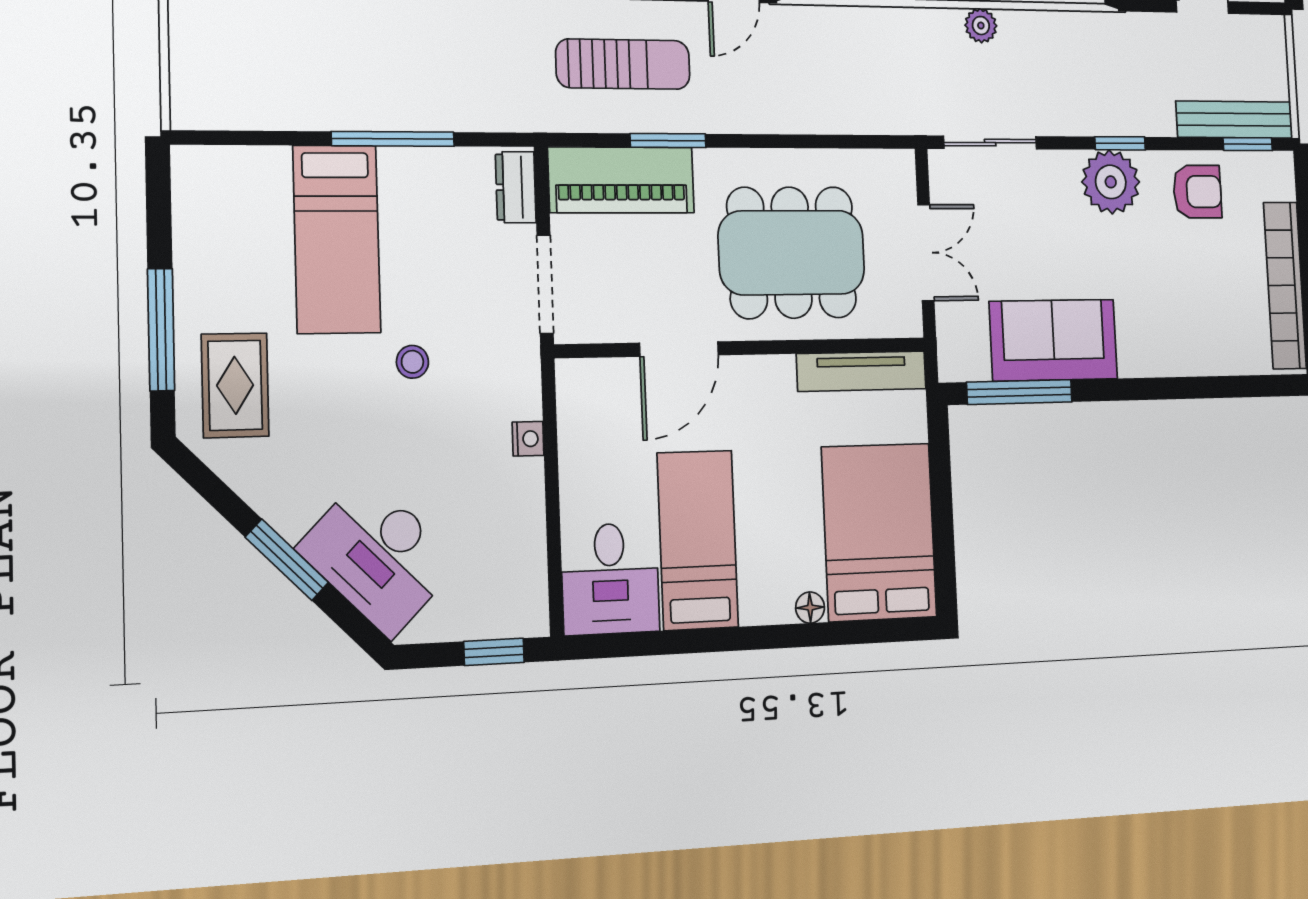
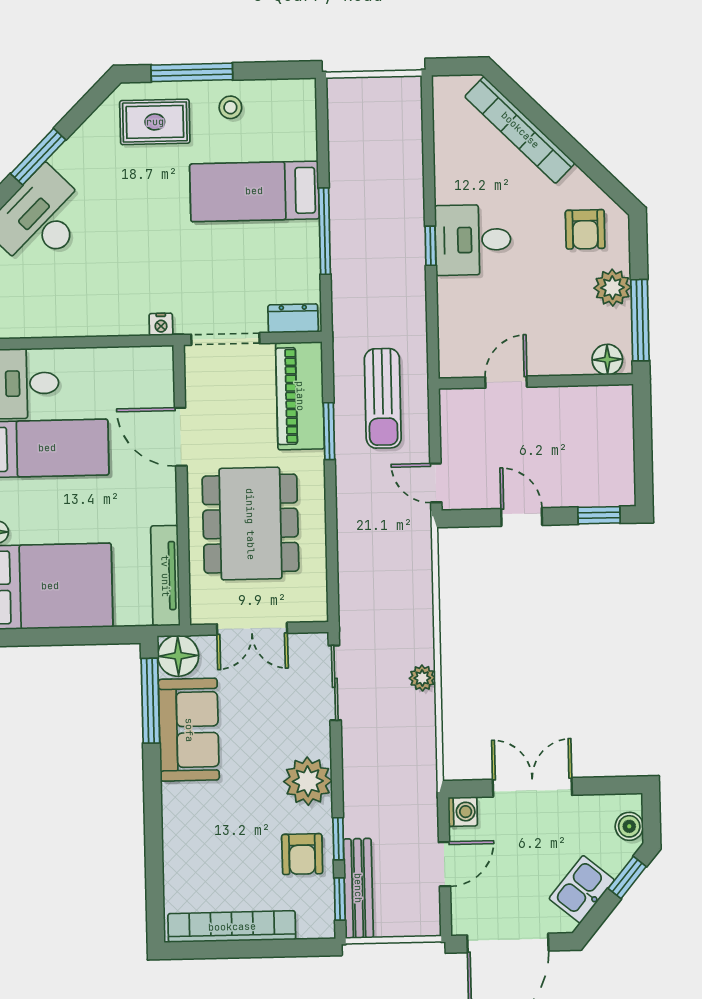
window: (1120, 143) -> (338, 839), moved
floor lamp: (963, 354) -> (178, 656), added
stool: (412, 362) -> (230, 107), moved
nightstand: (528, 439) -> (161, 324), moved

